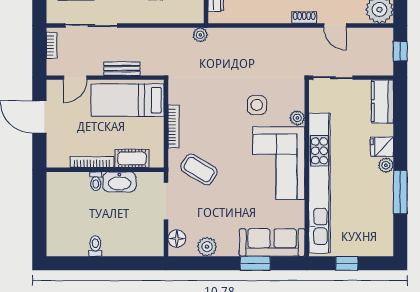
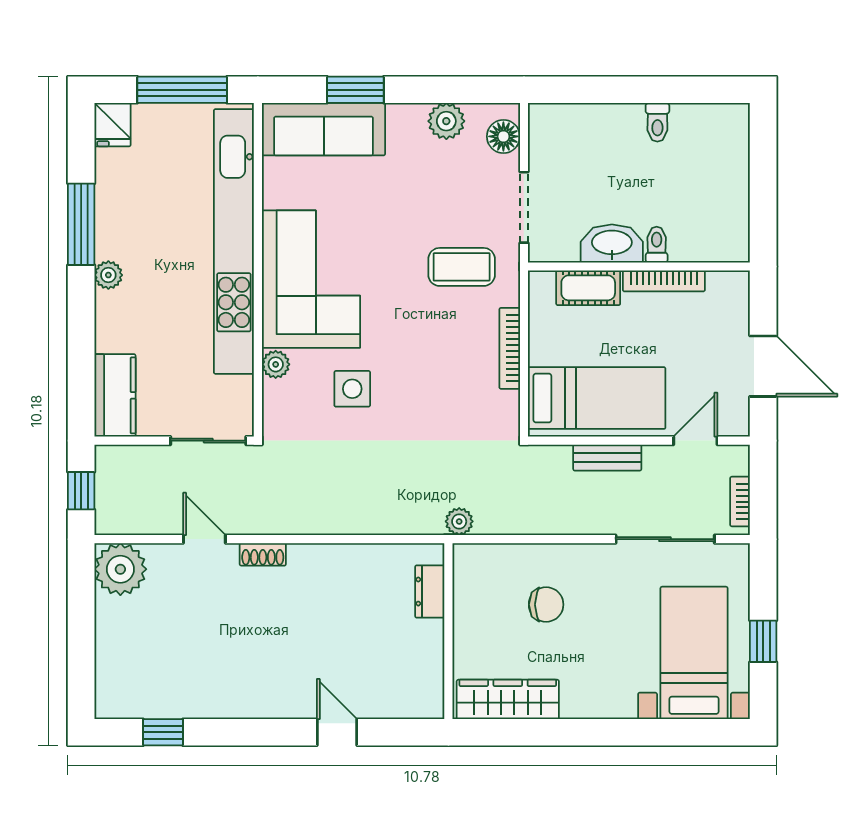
fridge: (382, 147) -> (112, 125), moved, turned 90
coffee table: (199, 170) -> (462, 267), turned -31
window: (347, 263) -> (182, 90), width x2.17

